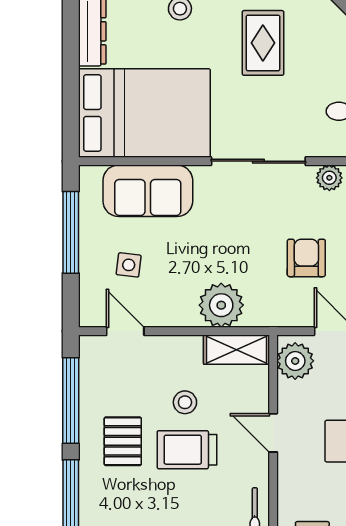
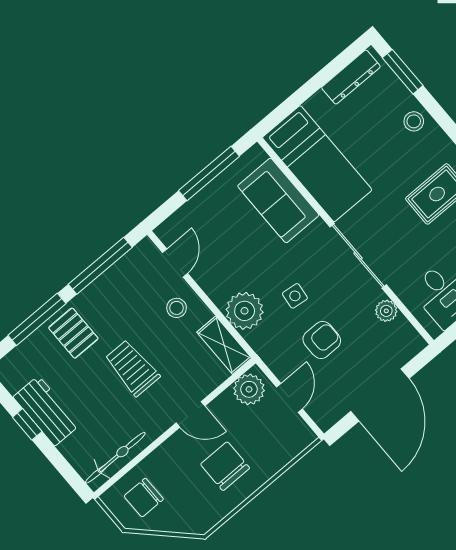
bed: (144, 113) -> (317, 164), width x0.67
side table: (129, 265) -> (295, 296), moved
stool: (185, 402) -> (177, 308), moved
door: (273, 433) -> (190, 414), swing flipped
pallet: (123, 441) -> (73, 333), moved, turned 90

